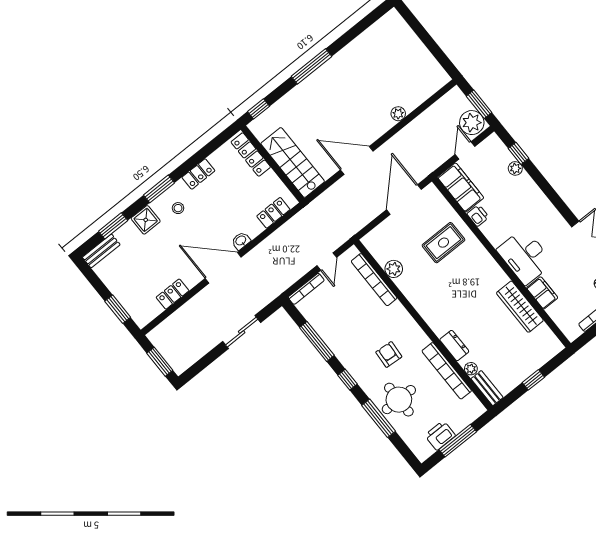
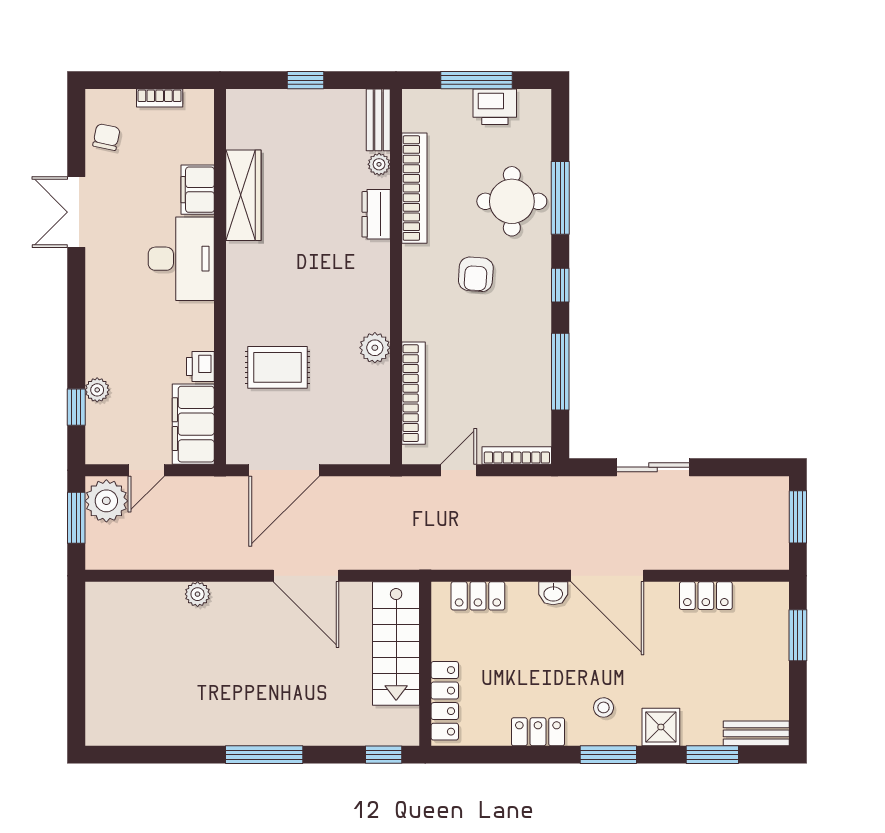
plant: (394, 269) -> (375, 348), moved

